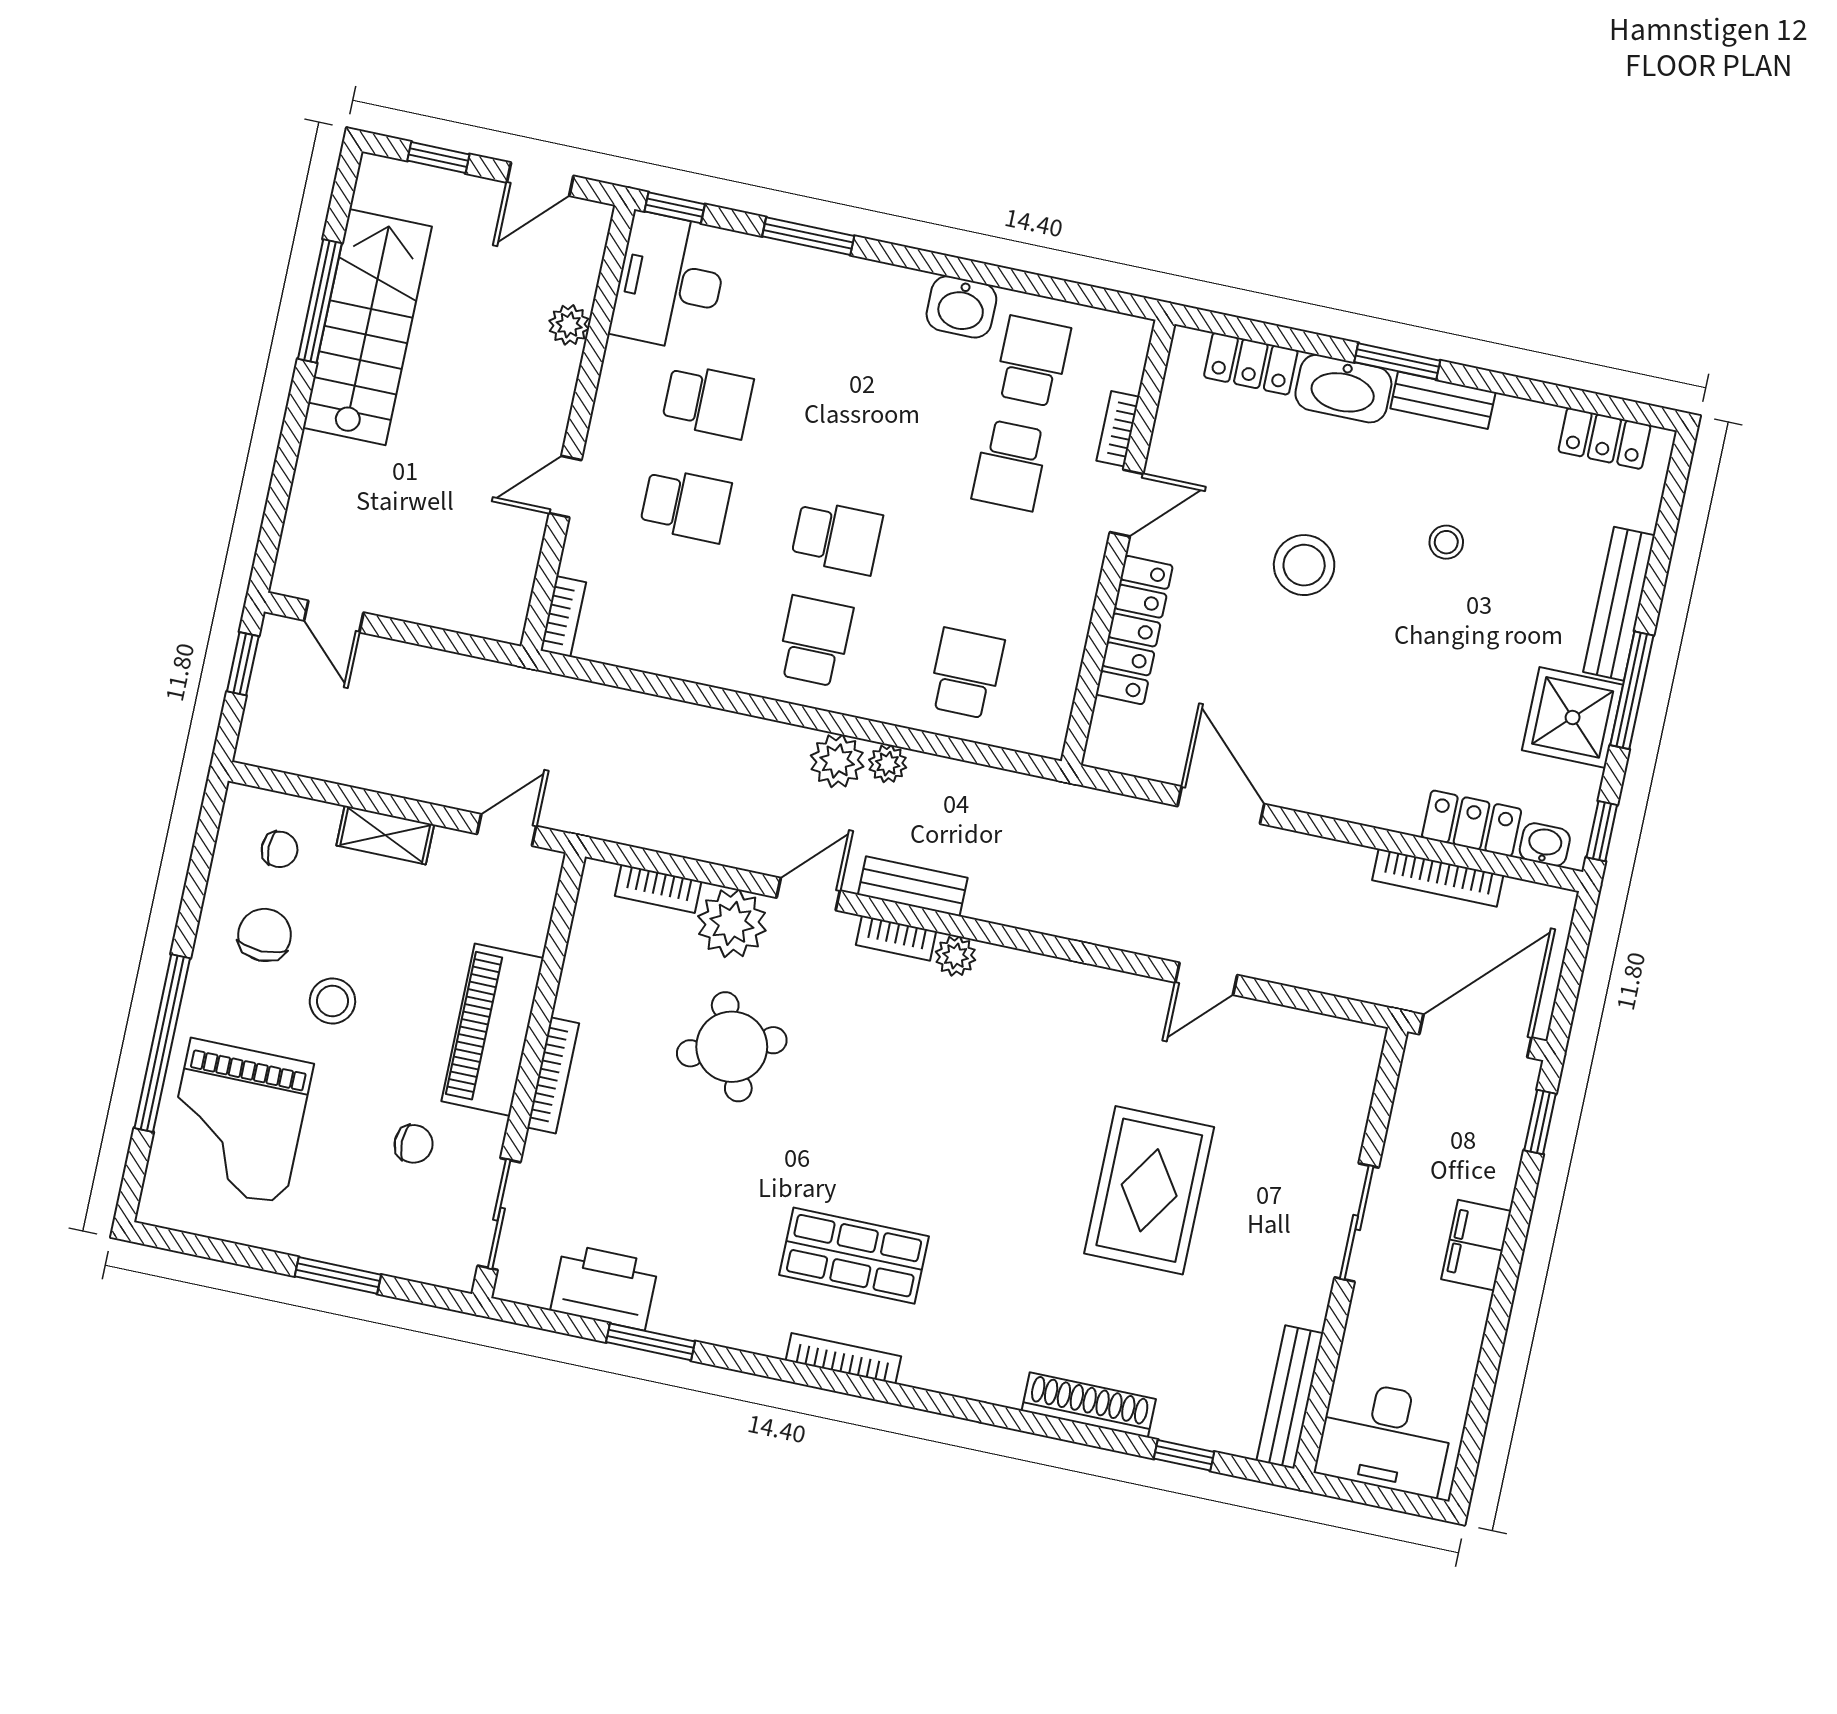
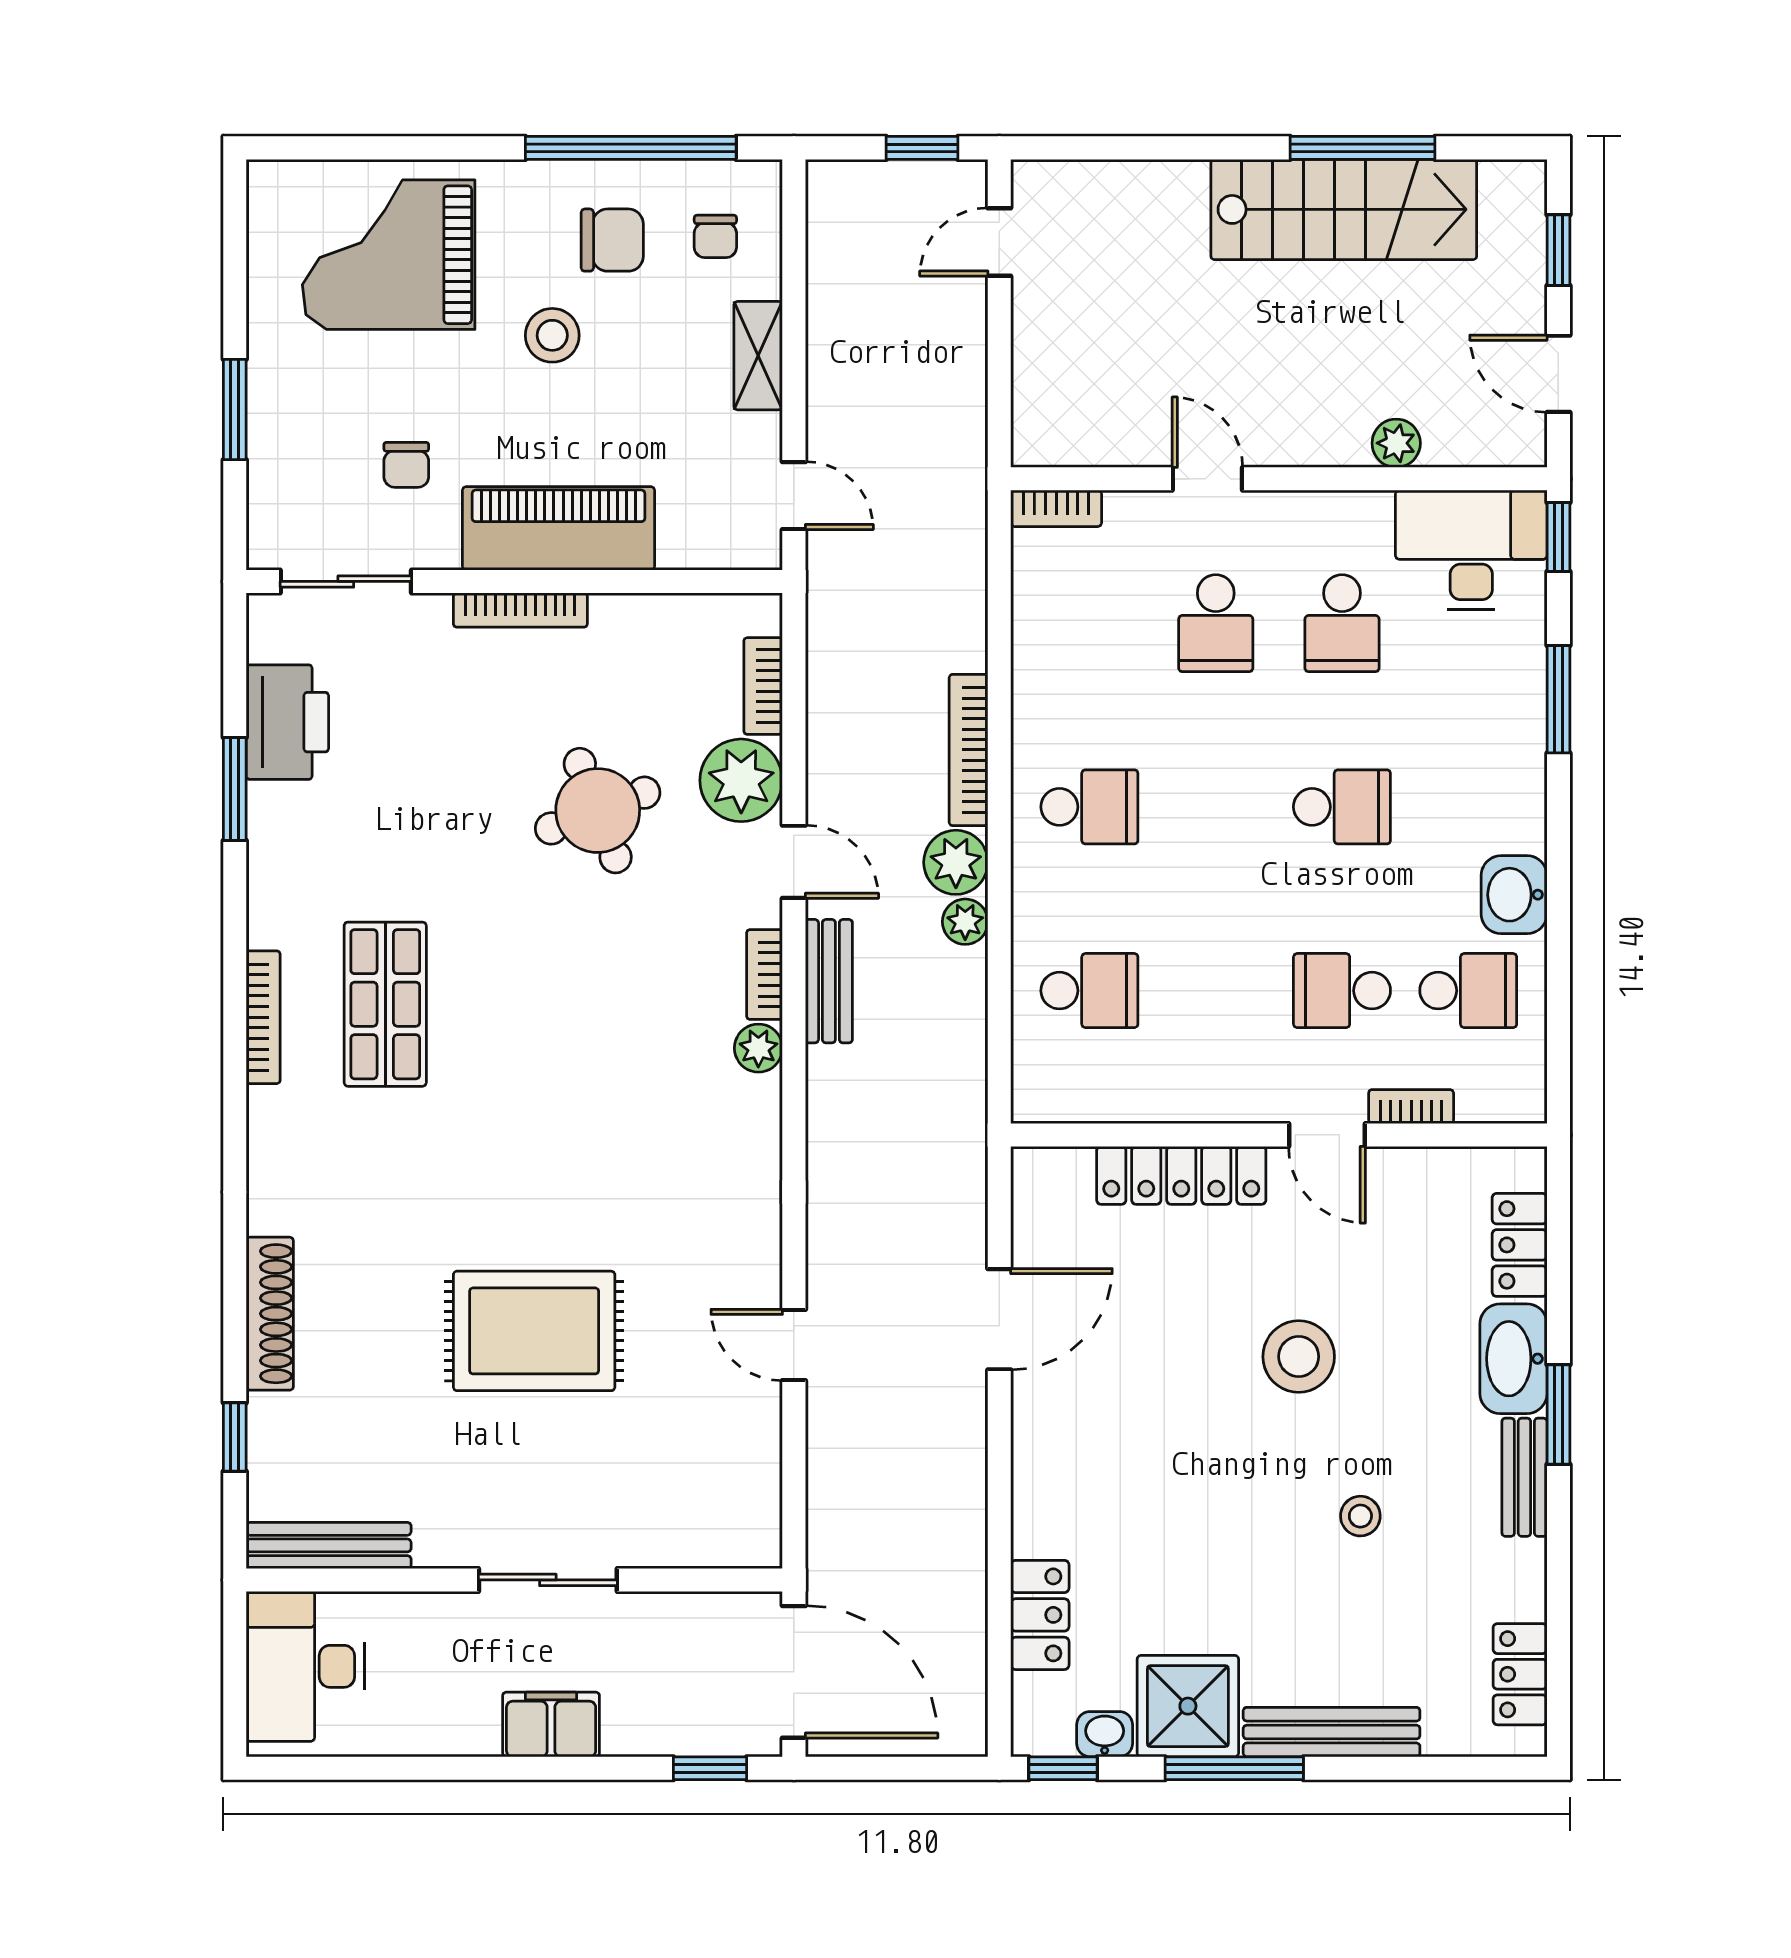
school desk: (837, 537) -> (1342, 807), moved, turned -90
washbasin: (1545, 845) -> (1105, 1734), moved, turned -90
bookcase: (1438, 878) -> (969, 750), moved
window: (162, 1043) -> (631, 148), moved

